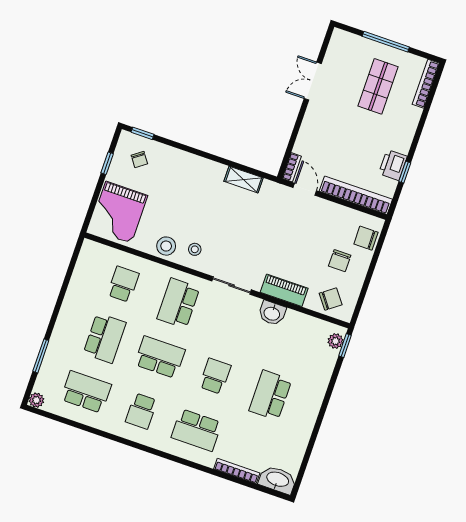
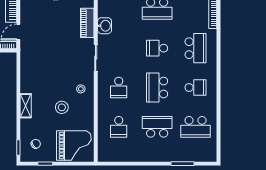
shelving: (244, 180) -> (26, 106), moved
stool: (166, 246) -> (62, 107), moved
school desk: (123, 284) -> (119, 127), turned -90
school desk: (178, 303) -> (119, 88), width x0.54
school desk: (86, 392) -> (196, 127), turned -90
plant: (36, 400) -> (212, 157), removed

